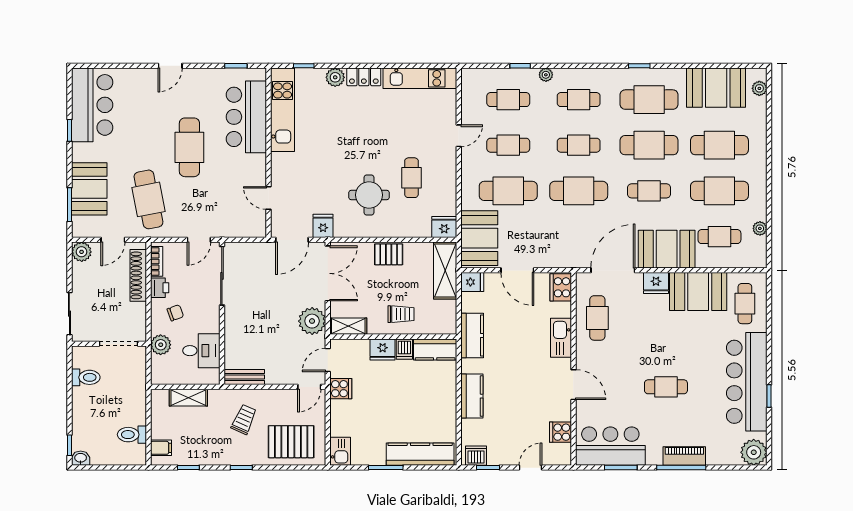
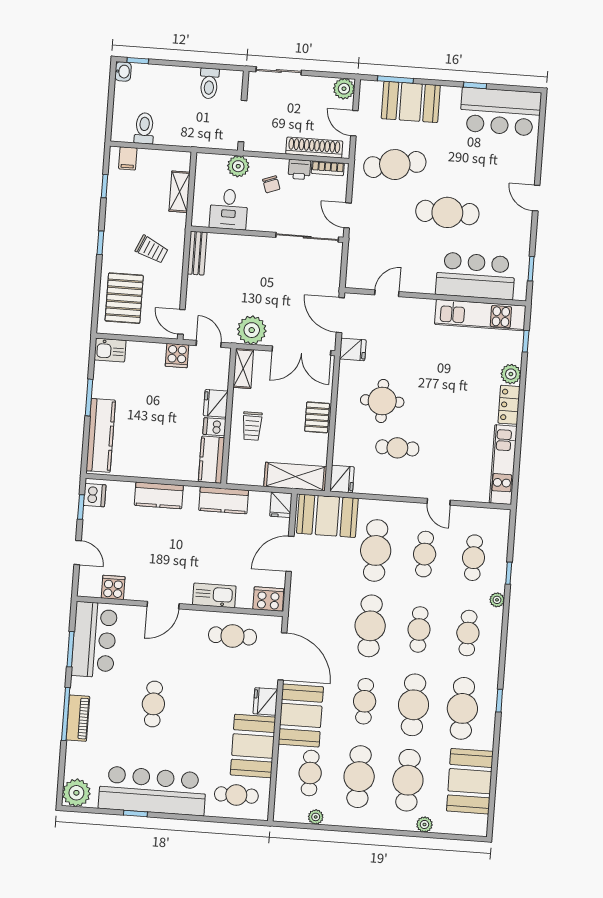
plant: (759, 88) -> (424, 824), moved

